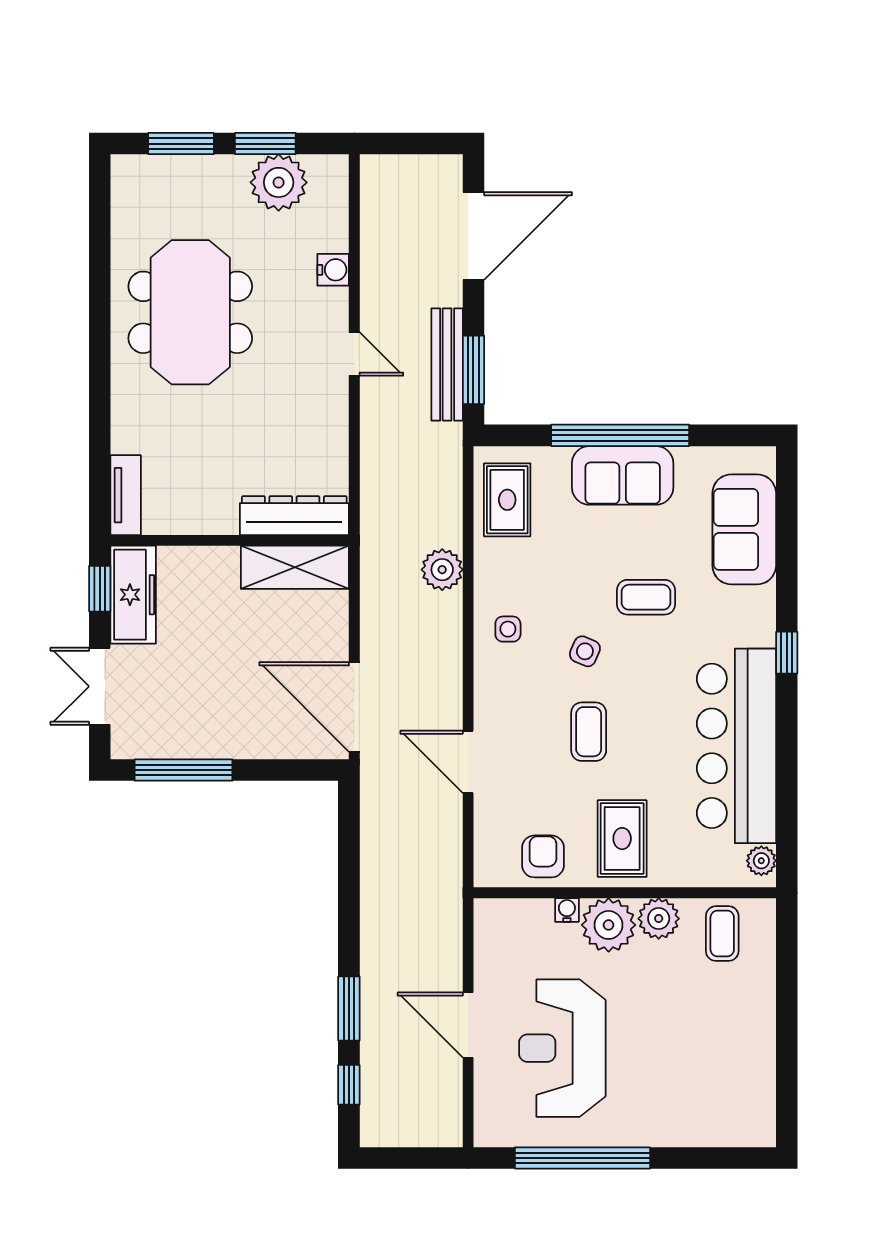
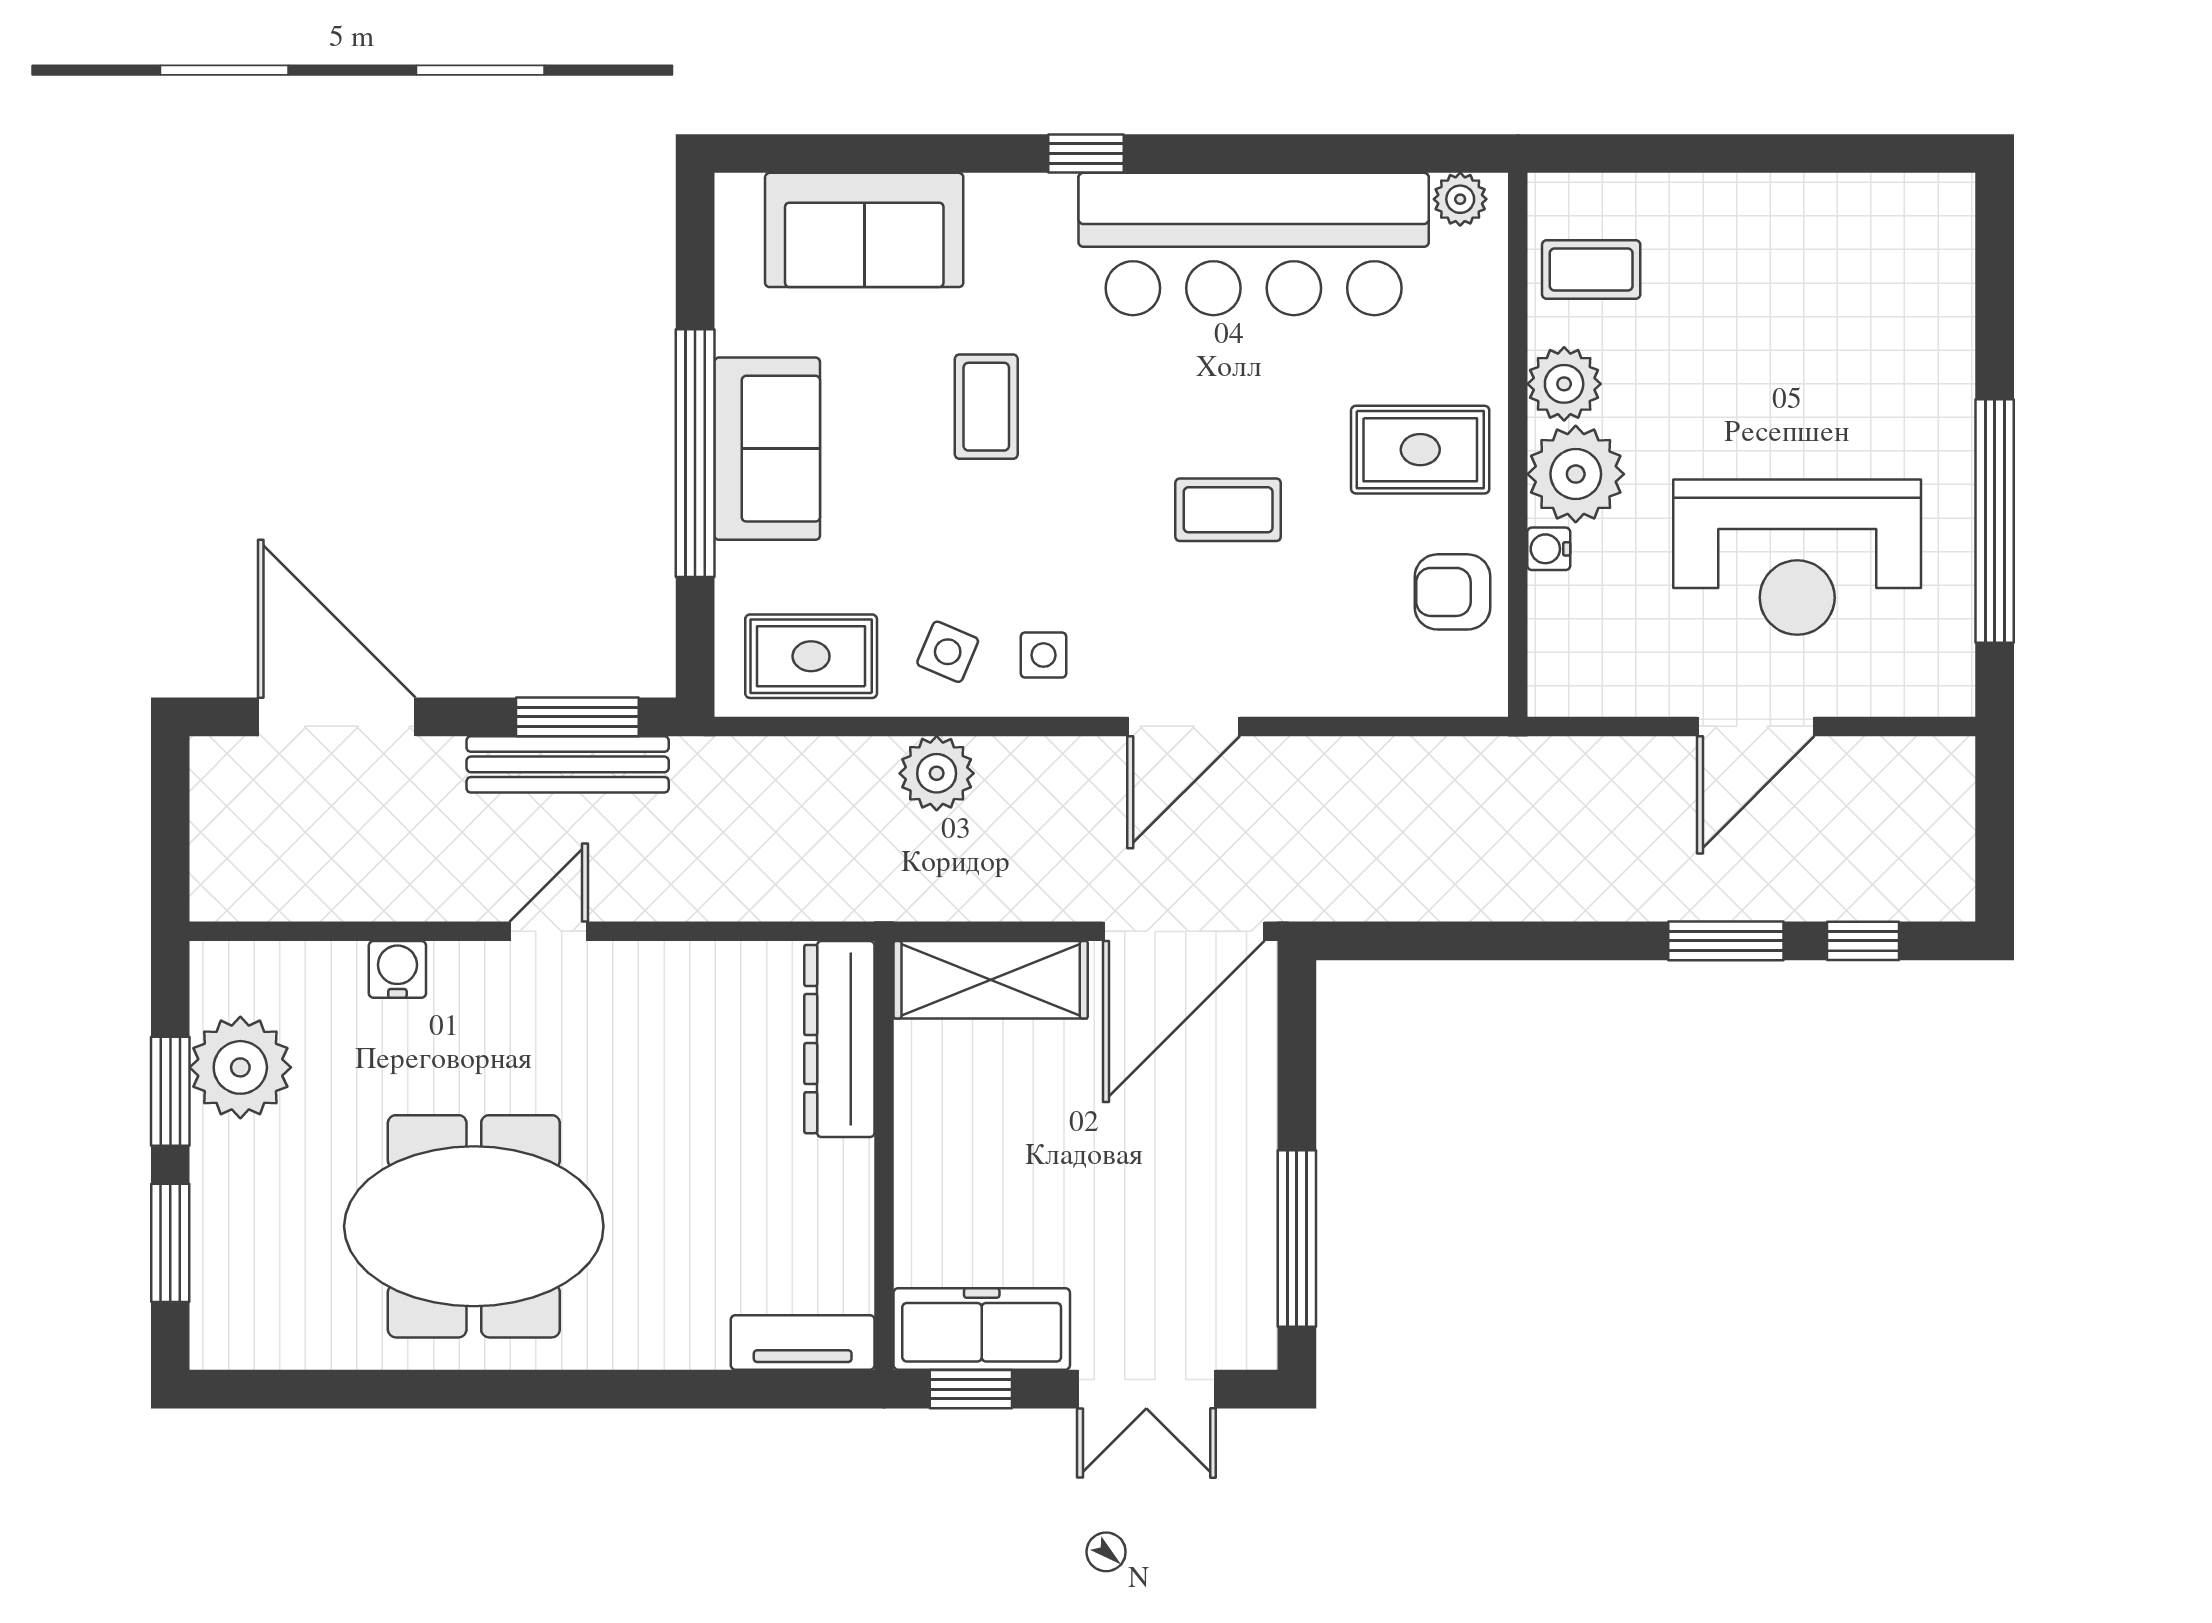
shelving: (295, 567) -> (991, 980), moved, turned 90
side table: (585, 651) -> (948, 652), moved
door: (468, 762) -> (1184, 726), moved

